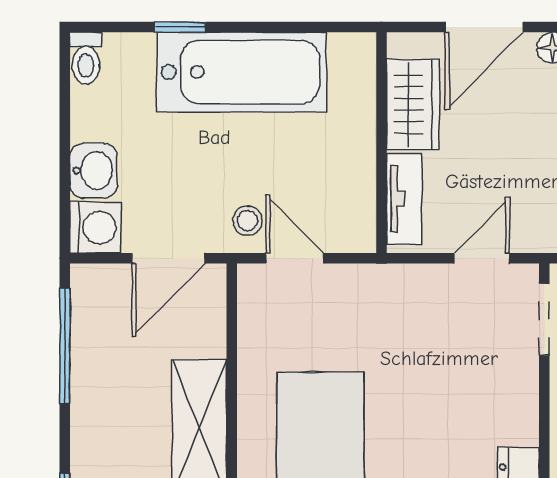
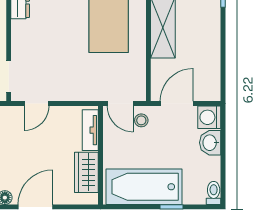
wardrobe: (413, 104) -> (86, 172), moved
wall: (382, 143) -> (100, 155), moved
tv unit: (404, 199) -> (90, 130), moved
window: (65, 346) -> (223, 64), removed

